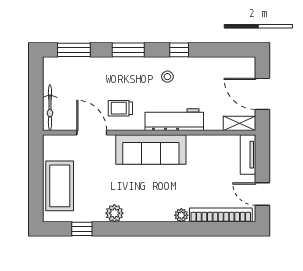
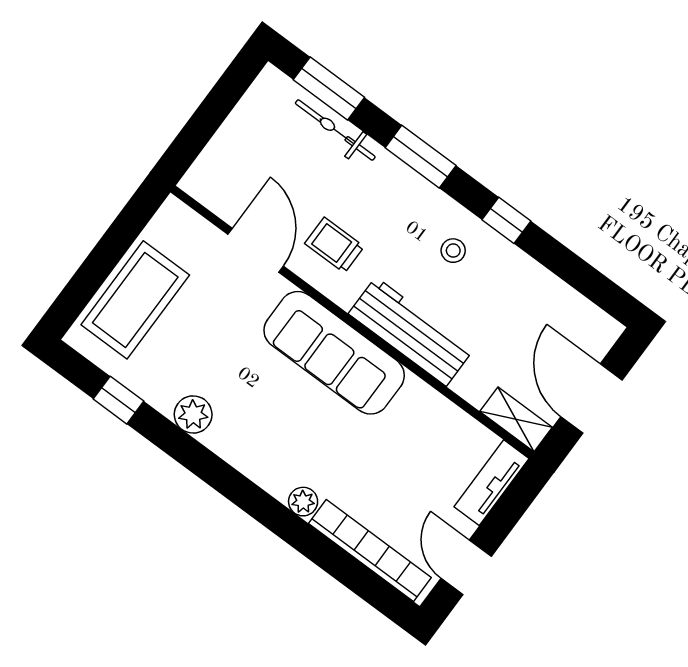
bicycle: (50, 108) -> (335, 130), moved, turned 90

